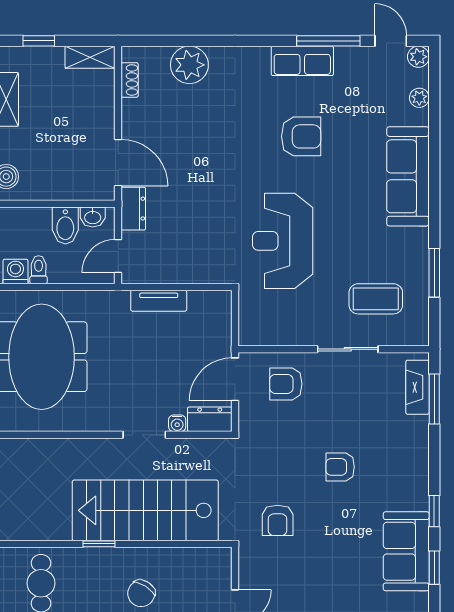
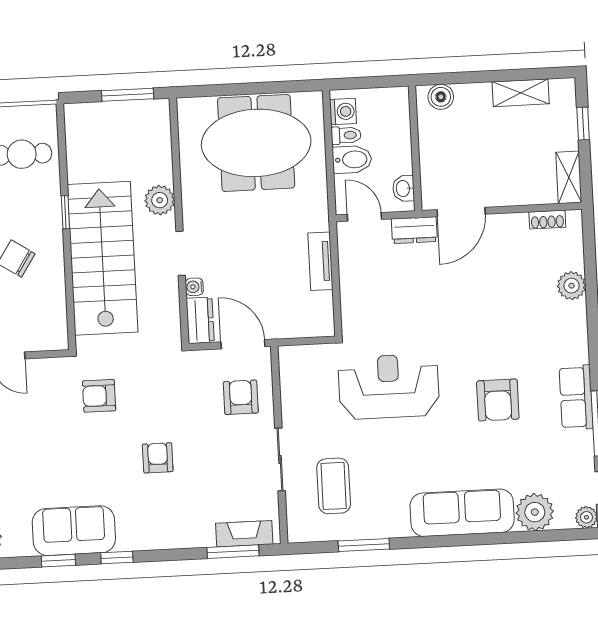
plant: (189, 65) -> (572, 286), width x0.73, depth x0.73
plant: (419, 98) -> (535, 512), width x1.87, depth x1.87
bidet: (65, 226) -> (352, 159), moved, turned 180
plant: (92, 452) -> (160, 200), added

